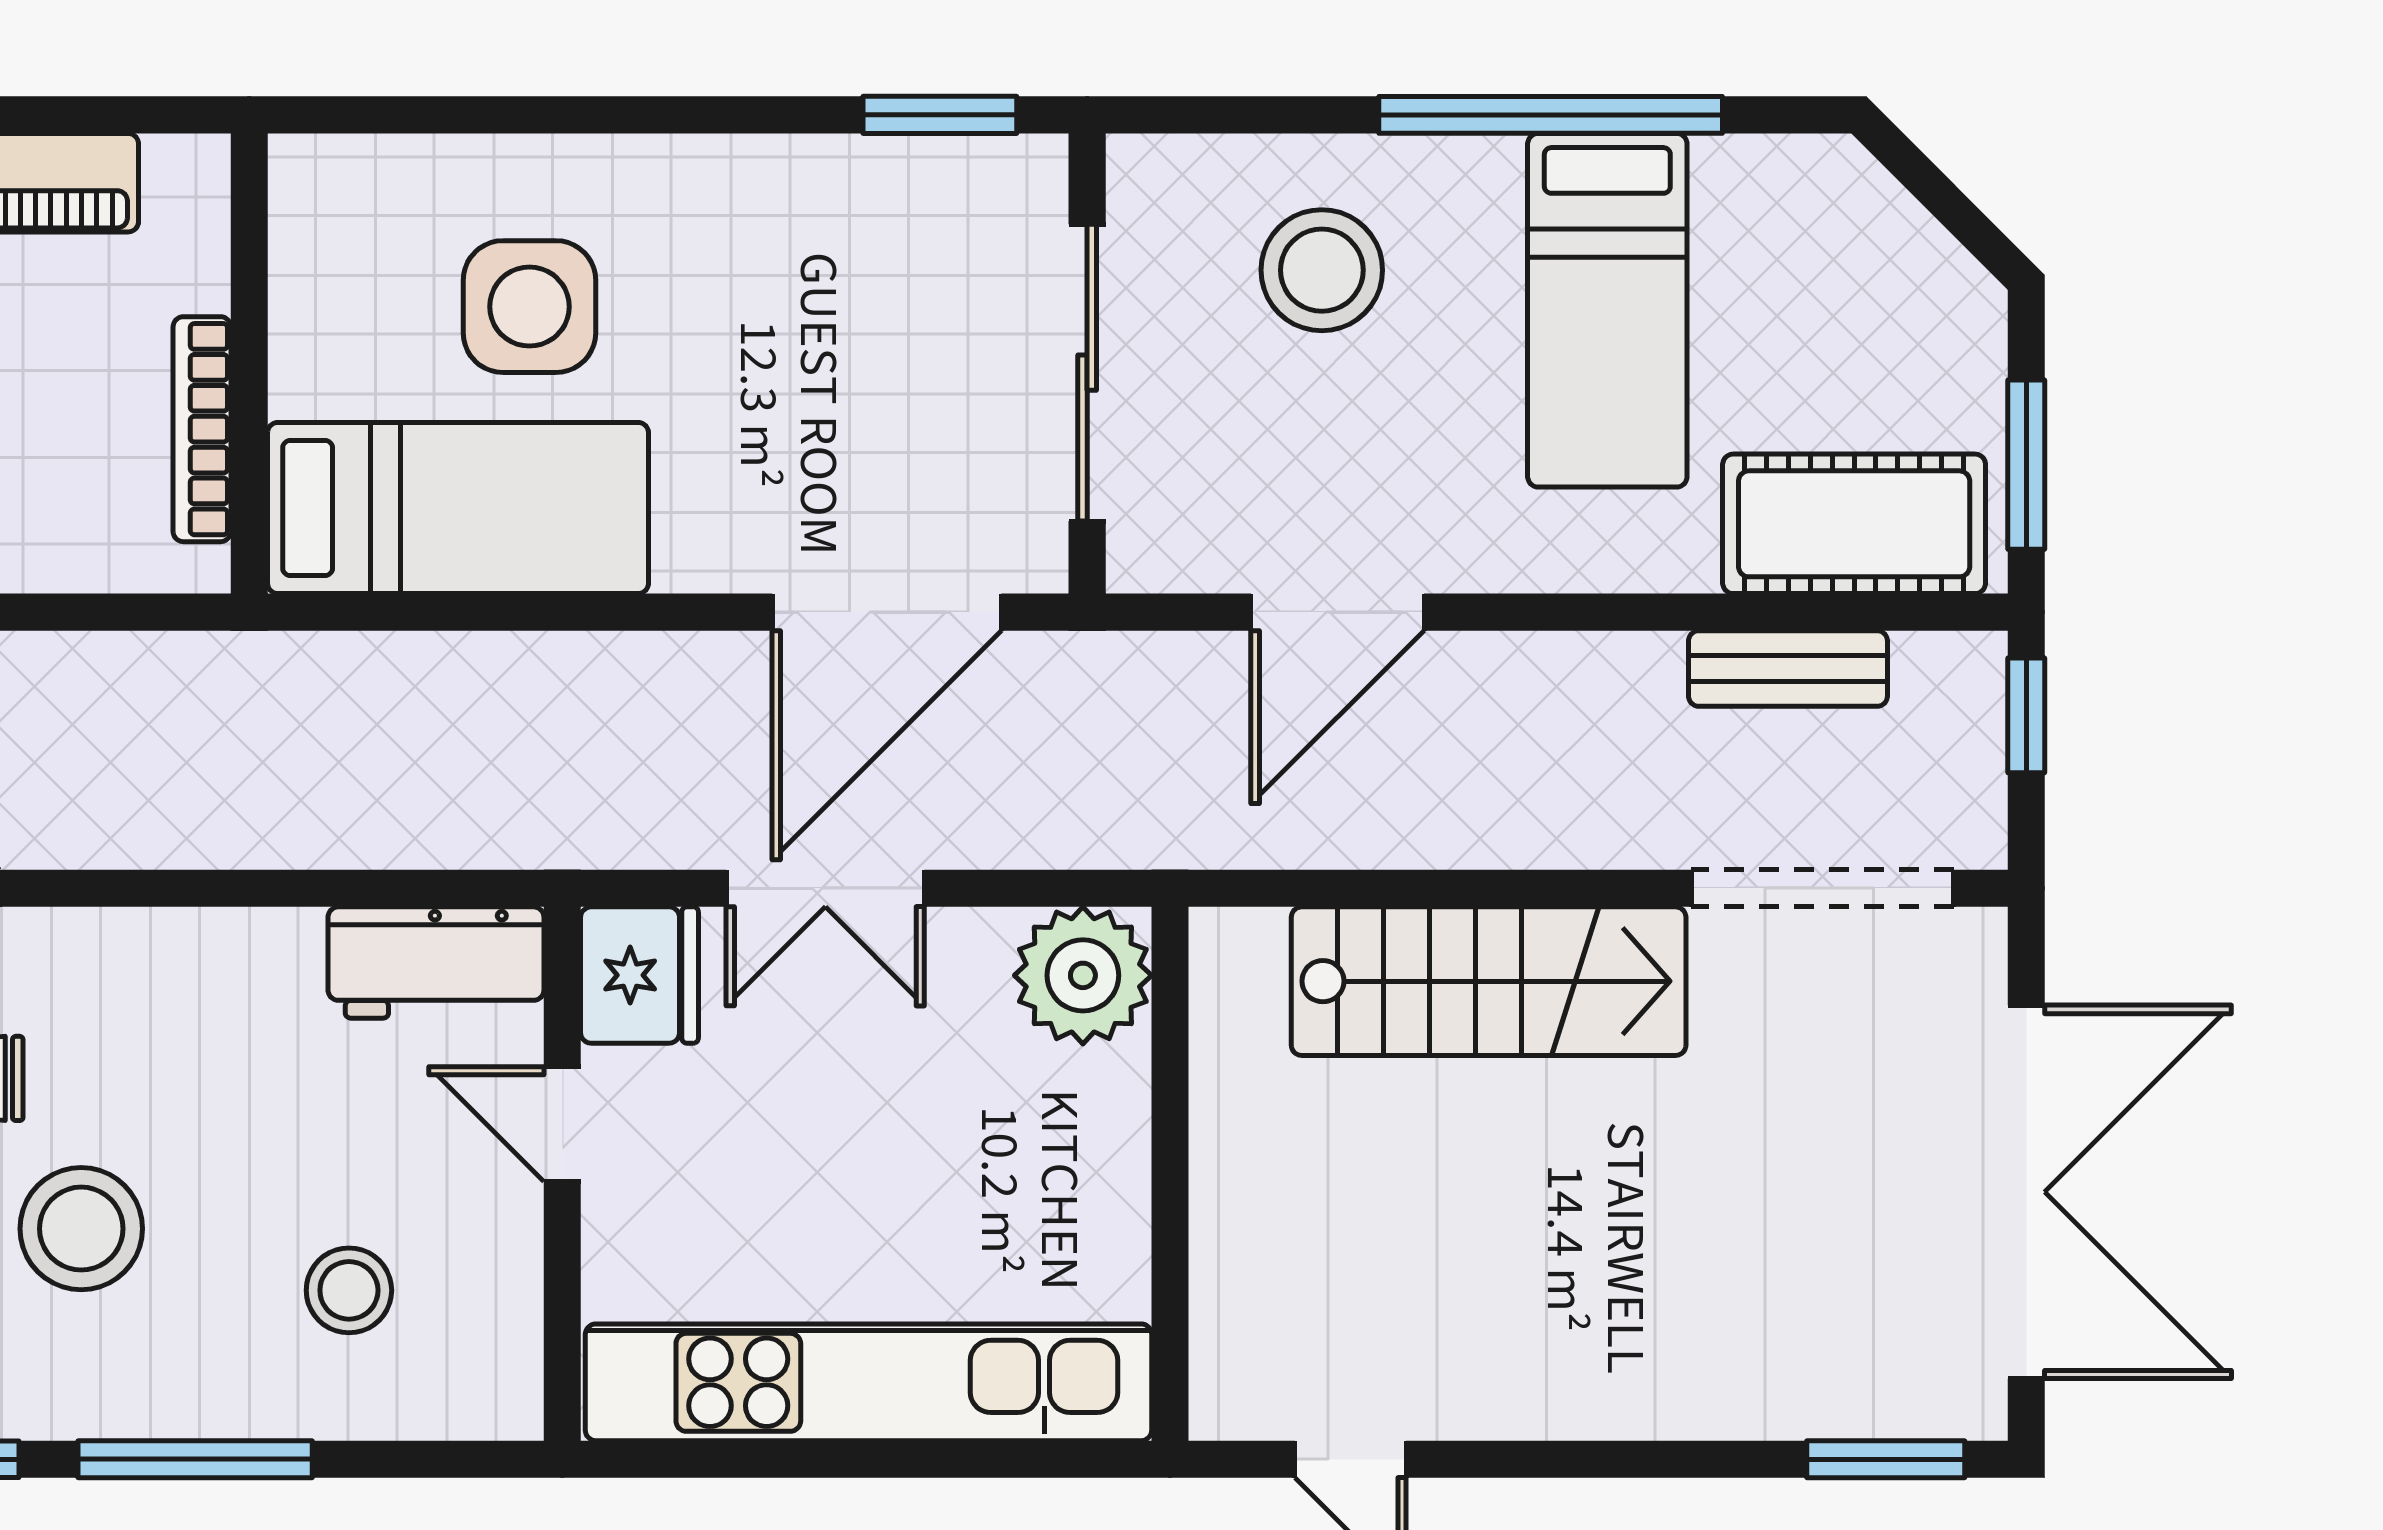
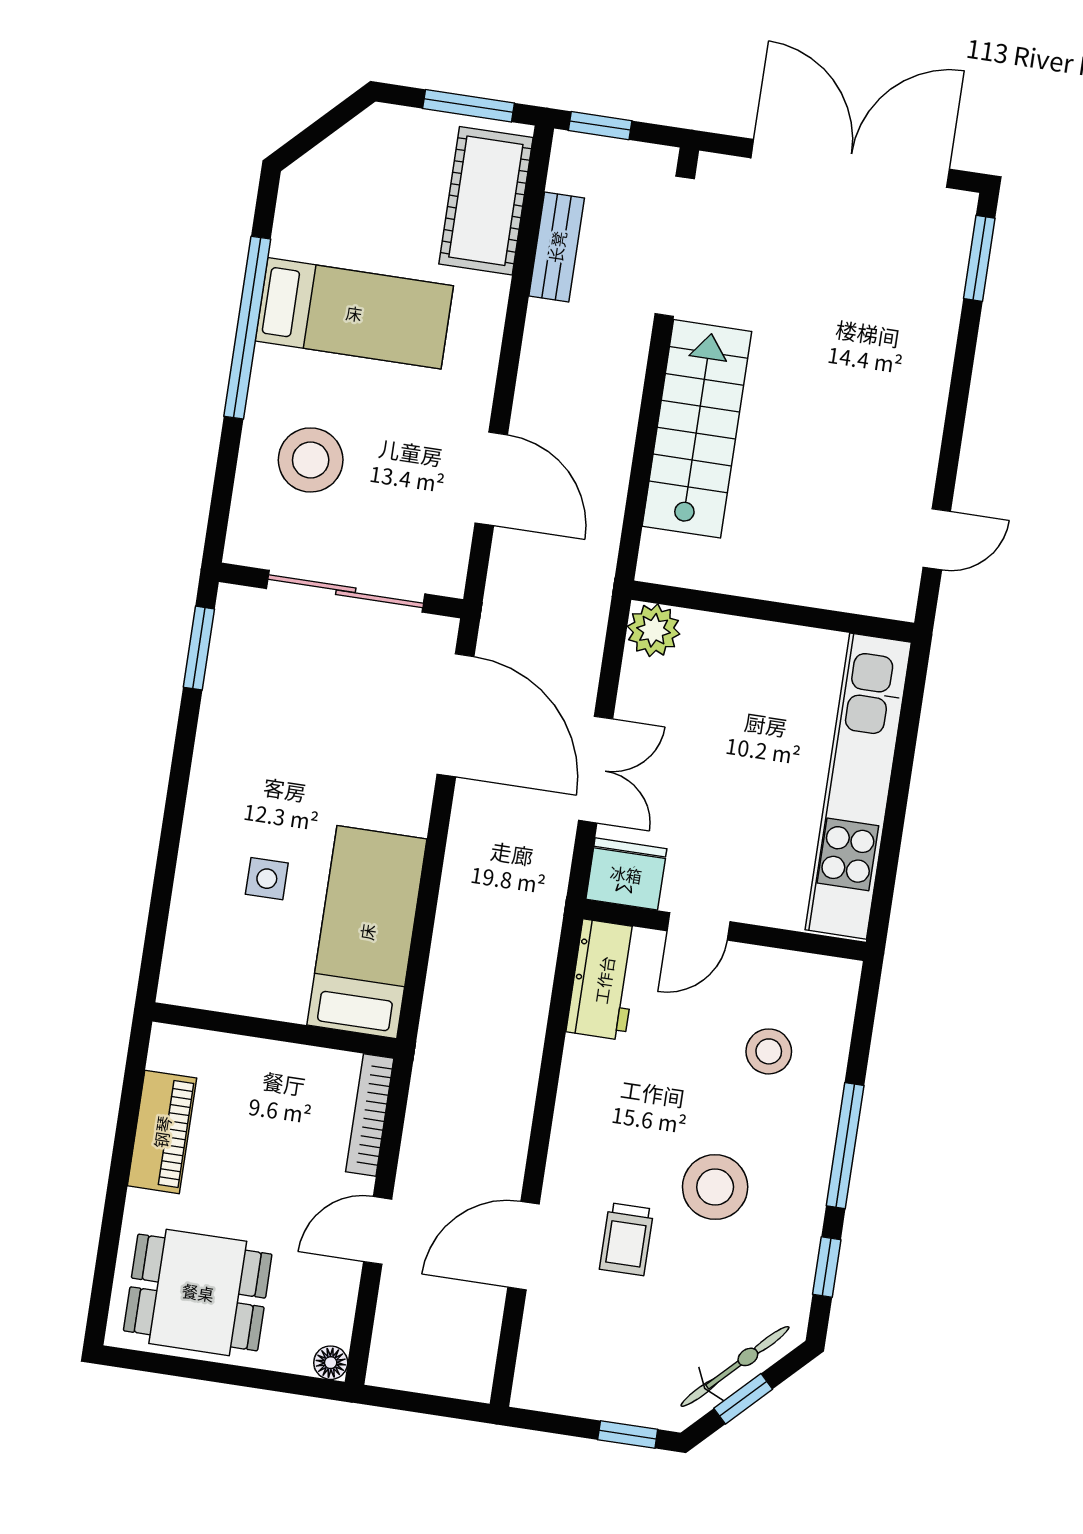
side table: (529, 307) -> (267, 879), width x0.54, depth x0.54
bookcase: (202, 429) -> (370, 1115), moved, turned 90
plant: (1083, 975) -> (654, 630), width x0.73, depth x0.73

